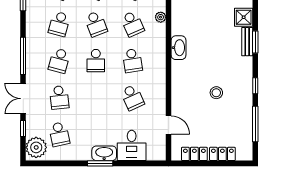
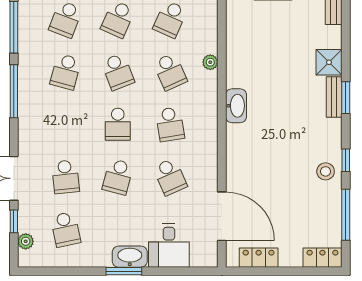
window: (23, 56) -> (14, 91), moved
school desk: (59, 61) -> (118, 177), moved
stool: (216, 93) -> (326, 171), moved
door: (169, 125) -> (222, 216), width x1.87
plant: (36, 147) -> (26, 241), width x0.53, depth x0.53
locker: (222, 154) -> (322, 258), moved

